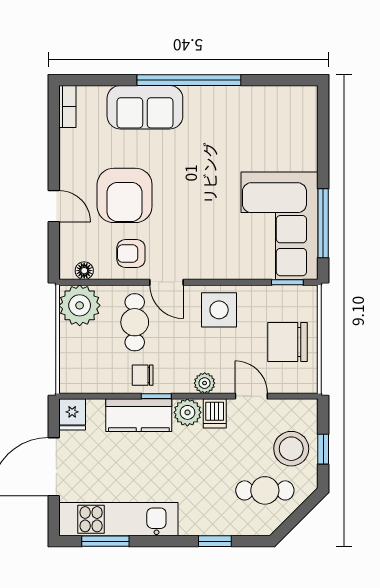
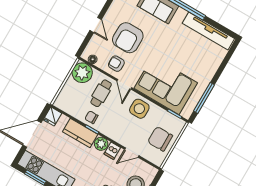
tv unit: (261, 99) -> (208, 31), added
corner sofa: (279, 226) -> (166, 86), moved, turned 90
plant: (205, 383) -> (115, 136), removed
door: (251, 396) -> (132, 153), swing flipped

